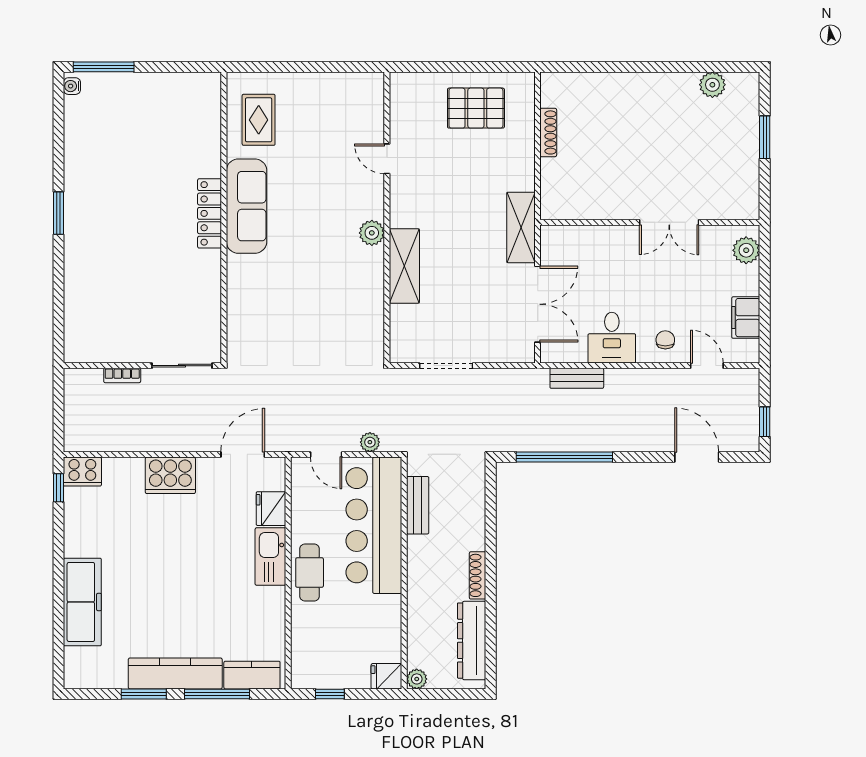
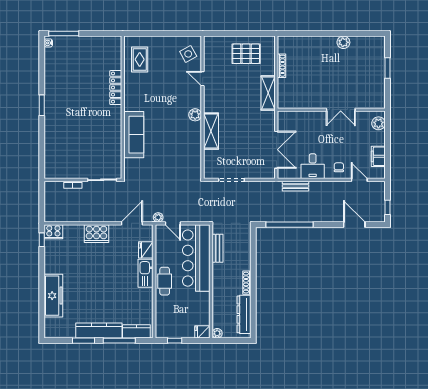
plant: (712, 85) -> (343, 42), moved
side table: (358, 109) -> (188, 54), added
sofa: (247, 206) -> (134, 135), moved
locker: (210, 213) -> (116, 88), moved
shelving: (521, 227) -> (268, 93), moved
plant: (370, 442) -> (158, 217), moved

